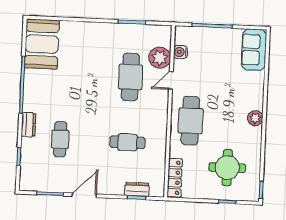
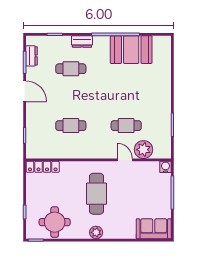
booth: (42, 44) -> (131, 50), moved
water cooler: (180, 52) -> (166, 167), moved
cafe table: (130, 77) -> (126, 126), width x0.73, depth x0.74
cafe table: (191, 121) -> (97, 194), moved, turned 90
cafe table: (127, 142) -> (71, 126), turned 90
round table: (227, 168) -> (55, 222), moved
dresser: (137, 189) -> (31, 56), moved

